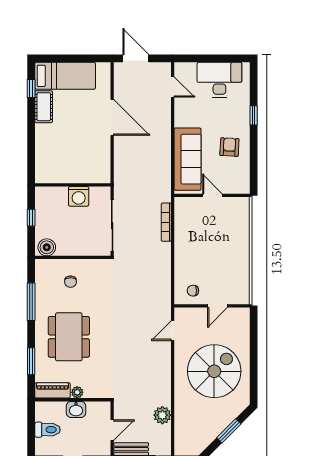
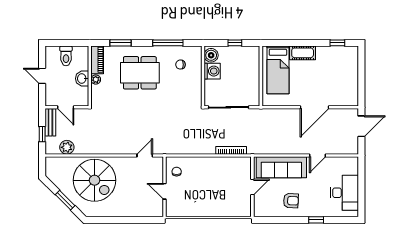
bed: (65, 76) -> (278, 70), moved
door: (173, 87) -> (318, 155), moved
cot: (44, 107) -> (303, 53), moved
washing machine: (79, 196) -> (212, 71), moved, turned 180
chair: (71, 282) -> (180, 65), moved
door: (173, 331) -> (145, 155), hinge flipped
spiral stairs: (214, 371) -> (95, 180), moved
plant: (162, 415) -> (67, 147), moved

